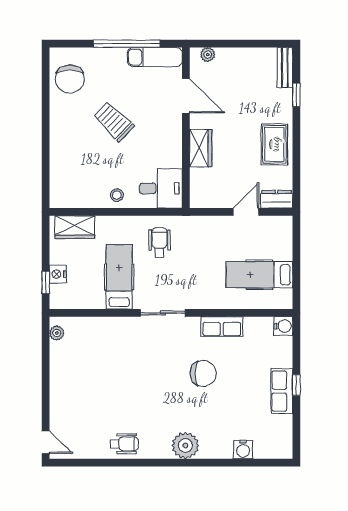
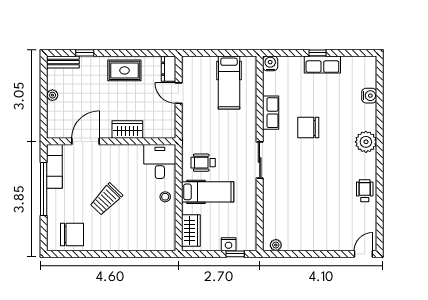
plant: (208, 55) -> (52, 95), moved
hospital bed: (119, 277) -> (208, 192), moved, turned 180
chair: (203, 373) -> (308, 128), turned -90

